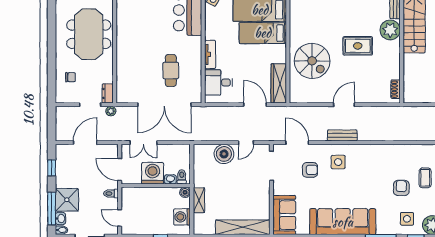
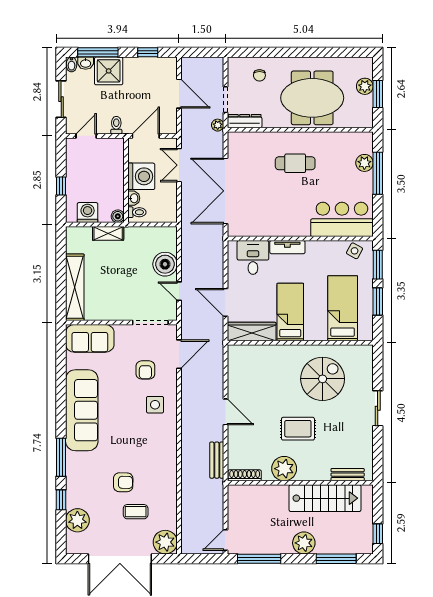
plant: (390, 30) -> (284, 469), moved
bed: (263, 33) -> (290, 312), moved
rug: (358, 46) -> (298, 429), turned 90
spiral stairs: (312, 61) -> (323, 379), moved, turned 180
cafe table: (171, 71) -> (295, 163), moved
shoe rack: (396, 89) -> (245, 475), width x1.43
dresser: (108, 93) -> (245, 121), width x1.44
door: (255, 105) -> (226, 302), swing flipped
bench: (342, 135) -> (217, 460), moved
side table: (407, 219) -> (85, 489), removed

